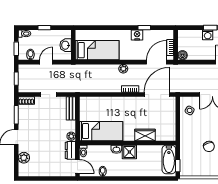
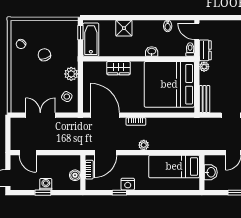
boiler: (183, 55) -> (75, 175), moved
door: (157, 94) -> (105, 115), swing flipped
plant: (186, 130) -> (71, 74), added
bed: (101, 131) -> (169, 84), width x2.04
shower: (129, 152) -> (124, 28), moved

